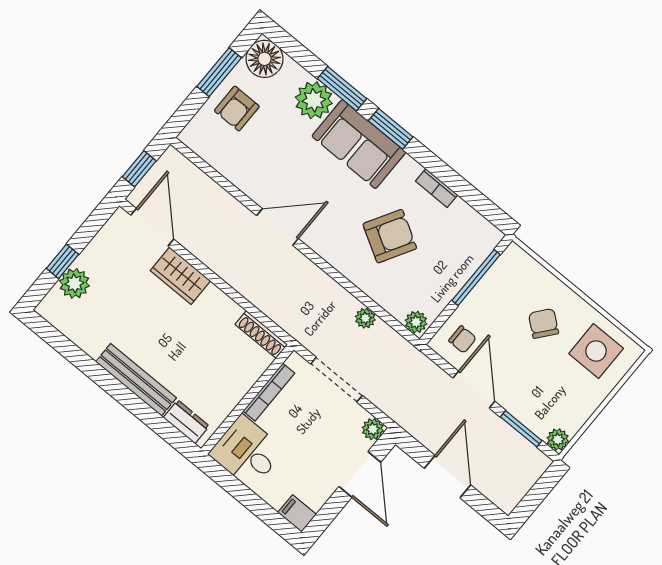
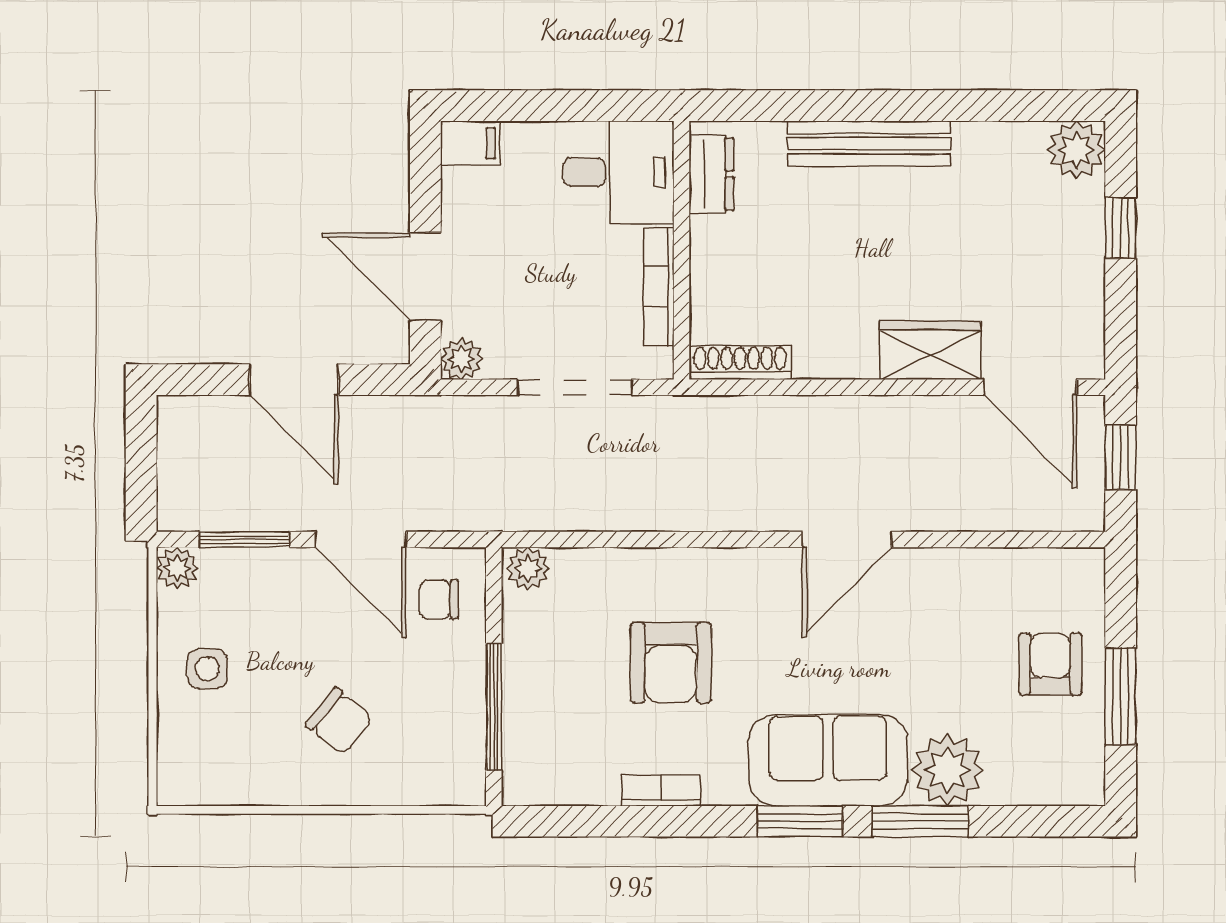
floor lamp: (264, 59) -> (1070, 771), removed
armchair: (390, 236) -> (671, 663), turned -30
plant: (74, 283) -> (1076, 150), moved
plant: (365, 318) -> (607, 513), removed
side table: (596, 351) -> (207, 669), moved, width x0.54, depth x0.54
dresser: (186, 422) -> (711, 174), moved, turned -90

